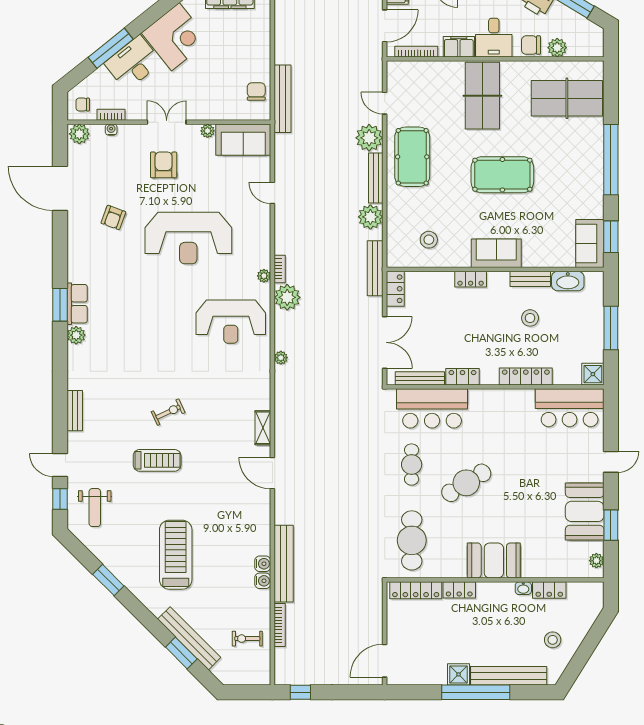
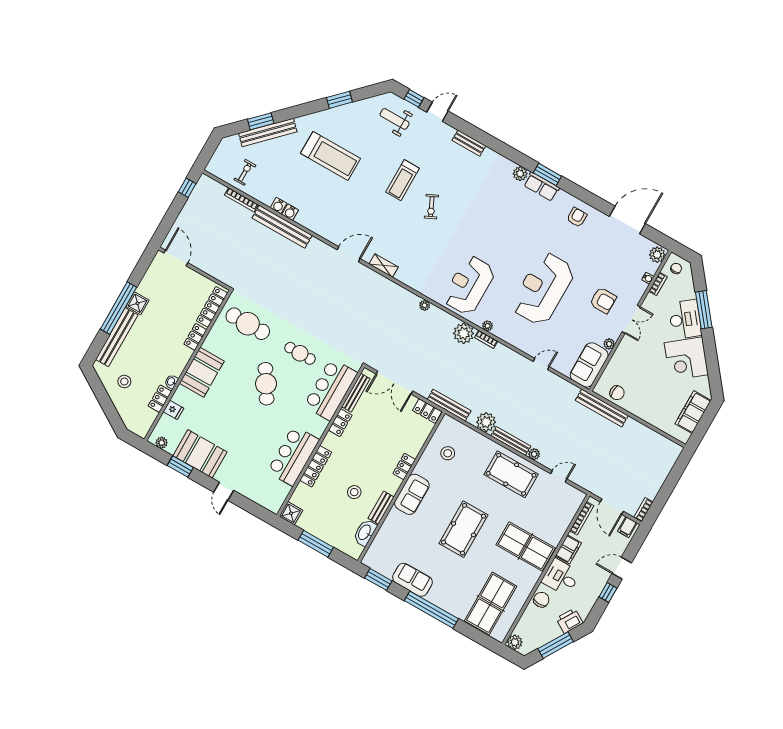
plant: (557, 48) -> (515, 642), moved
plant: (369, 138) -> (534, 454), width x0.53, depth x0.53
armchair: (113, 217) -> (577, 217), moved, turned 70
sofa: (590, 244) -> (412, 580), moved
bar counter: (570, 408) -> (293, 456), moved
fridge: (553, 568) -> (173, 410), added

